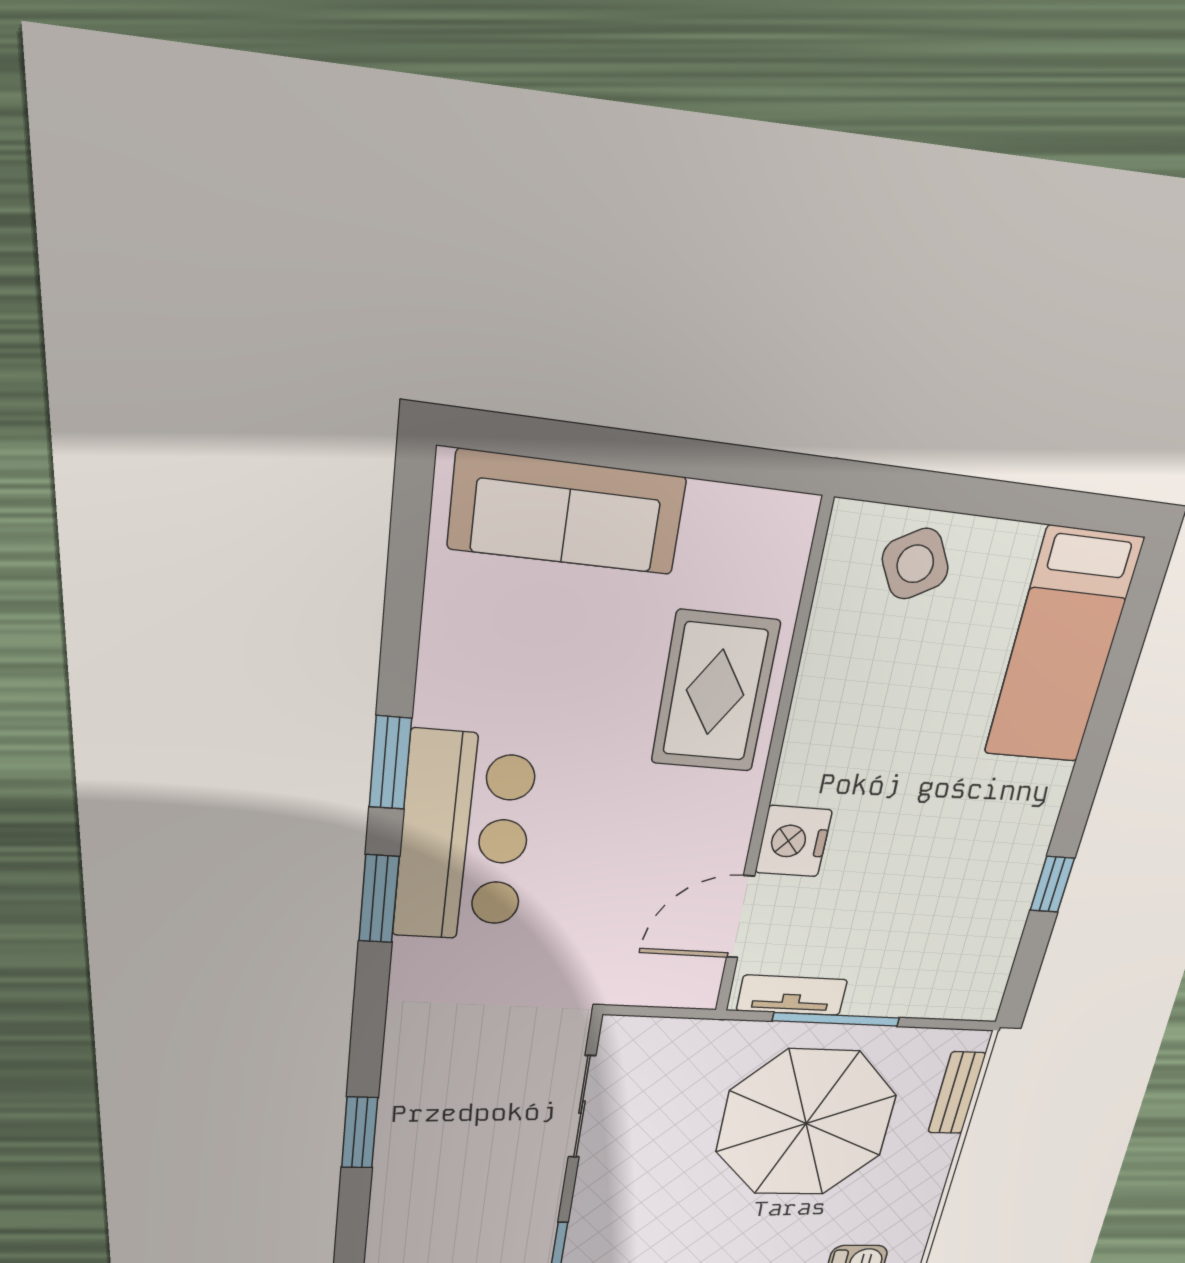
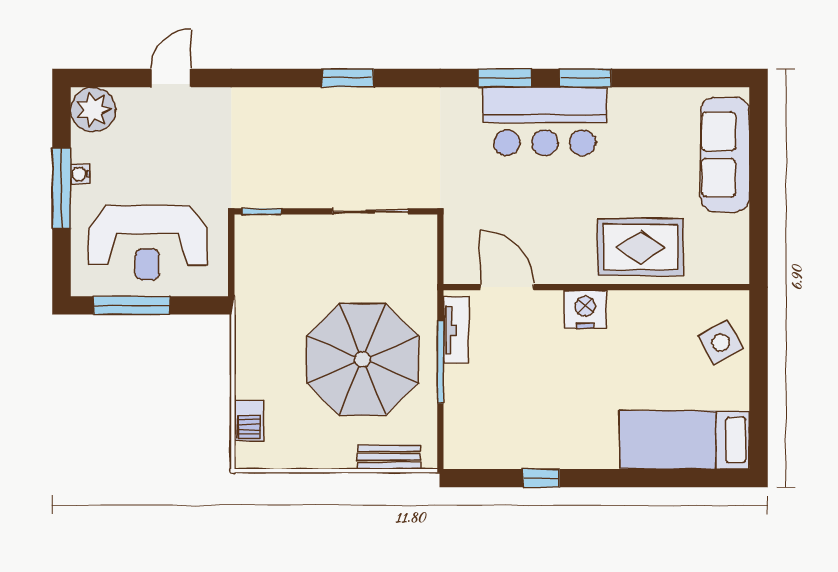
nightstand: (793, 841) -> (585, 309), moved

